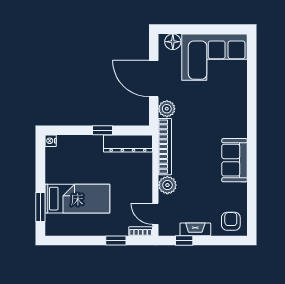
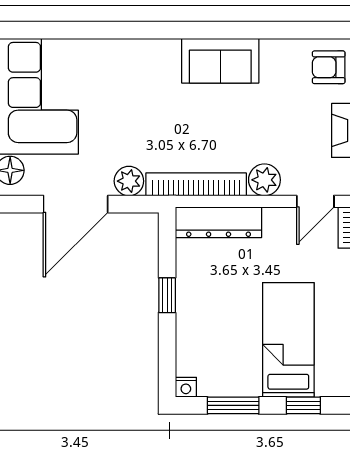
dresser: (128, 144) -> (219, 222), moved, turned 90
window: (40, 167) -> (233, 405), added
window: (40, 207) -> (303, 405), width x0.67

